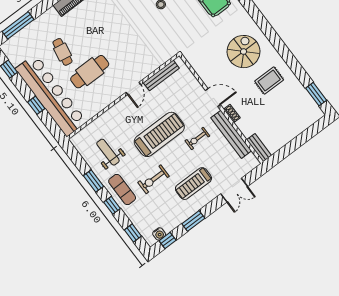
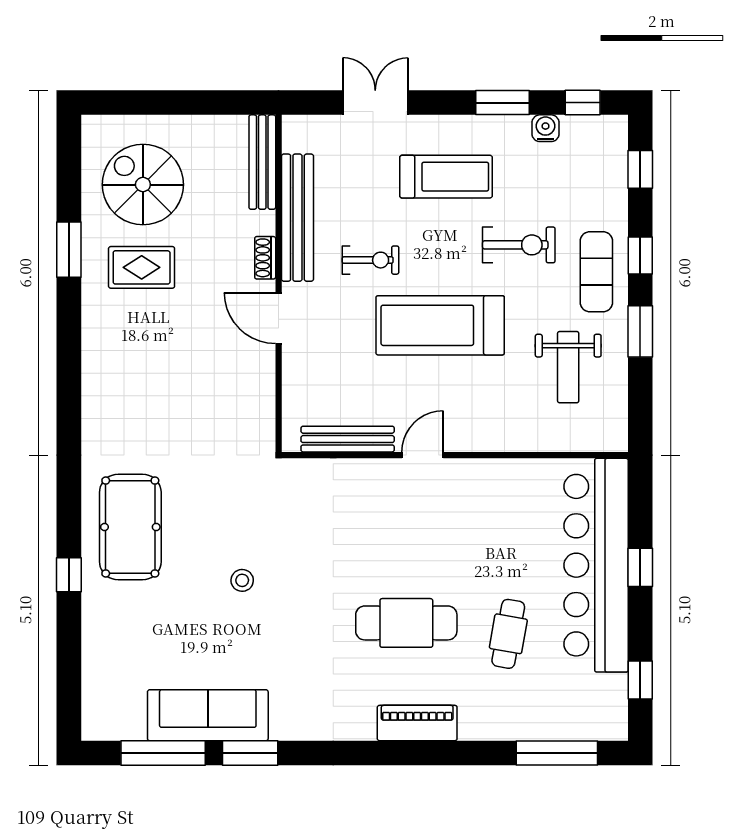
spiral stairs: (244, 52) -> (143, 185), moved, turned 90
cafe table: (90, 72) -> (406, 623), moved
window: (316, 94) -> (69, 250), moved
bench: (259, 148) -> (262, 162), width x1.36
water cooler: (159, 234) -> (545, 128), moved

